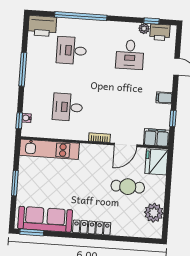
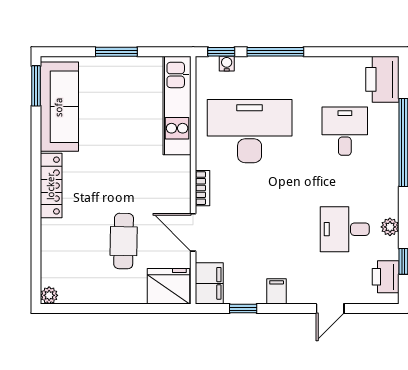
plant: (144, 29) -> (390, 227), moved
window: (23, 69) -> (275, 52), moved
desk: (68, 107) -> (250, 131), width x1.87, depth x1.30
plant: (154, 213) -> (49, 295), moved, width x0.53, depth x0.53

